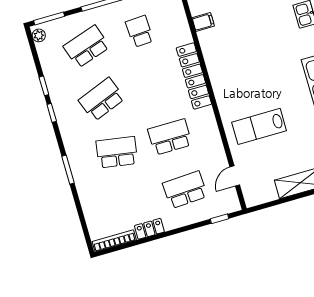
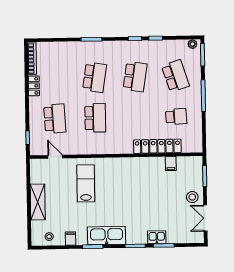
locker: (194, 76) -> (157, 146), moved
school desk: (102, 99) -> (135, 77), turned 30

